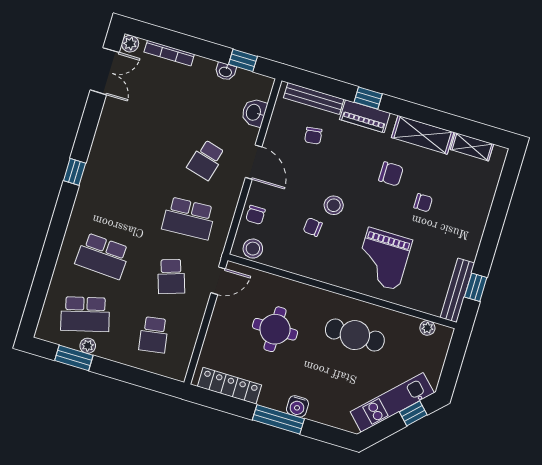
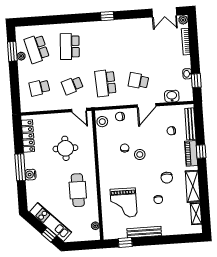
grand piano: (383, 259) -> (124, 203), moved, turned -90
bench: (457, 290) -> (144, 232), moved

